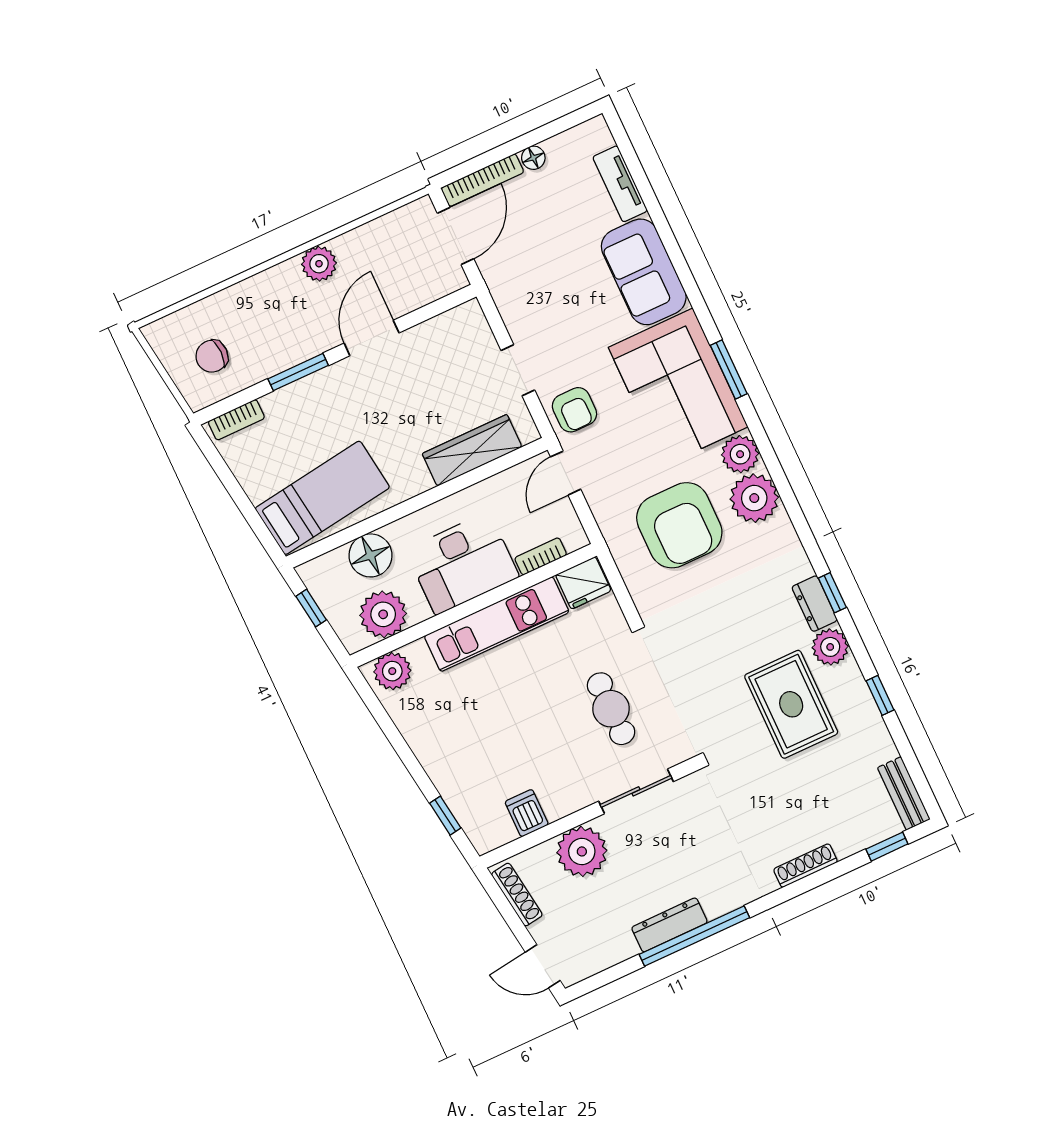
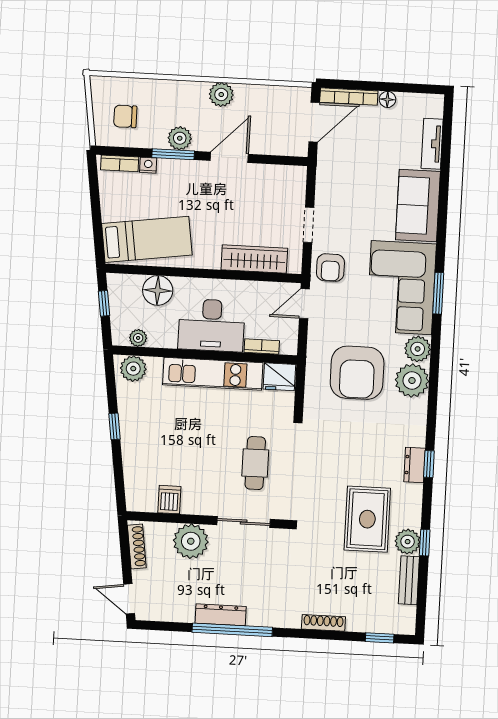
plant: (296, 347) -> (180, 138), added
nightstand: (274, 403) -> (148, 165), added
plant: (383, 614) -> (138, 338), width x0.53, depth x0.53
plant: (830, 647) -> (408, 542), moved
bench: (904, 793) -> (409, 580), moved
window: (445, 816) -> (114, 426), moved

